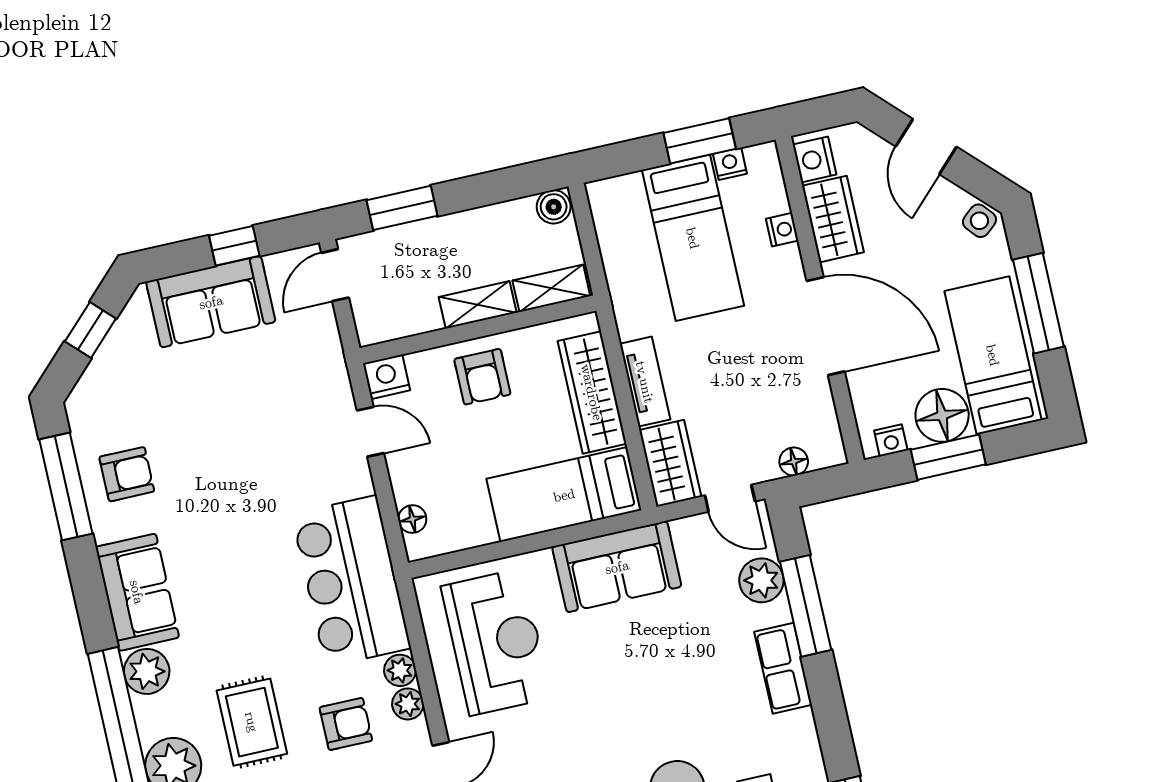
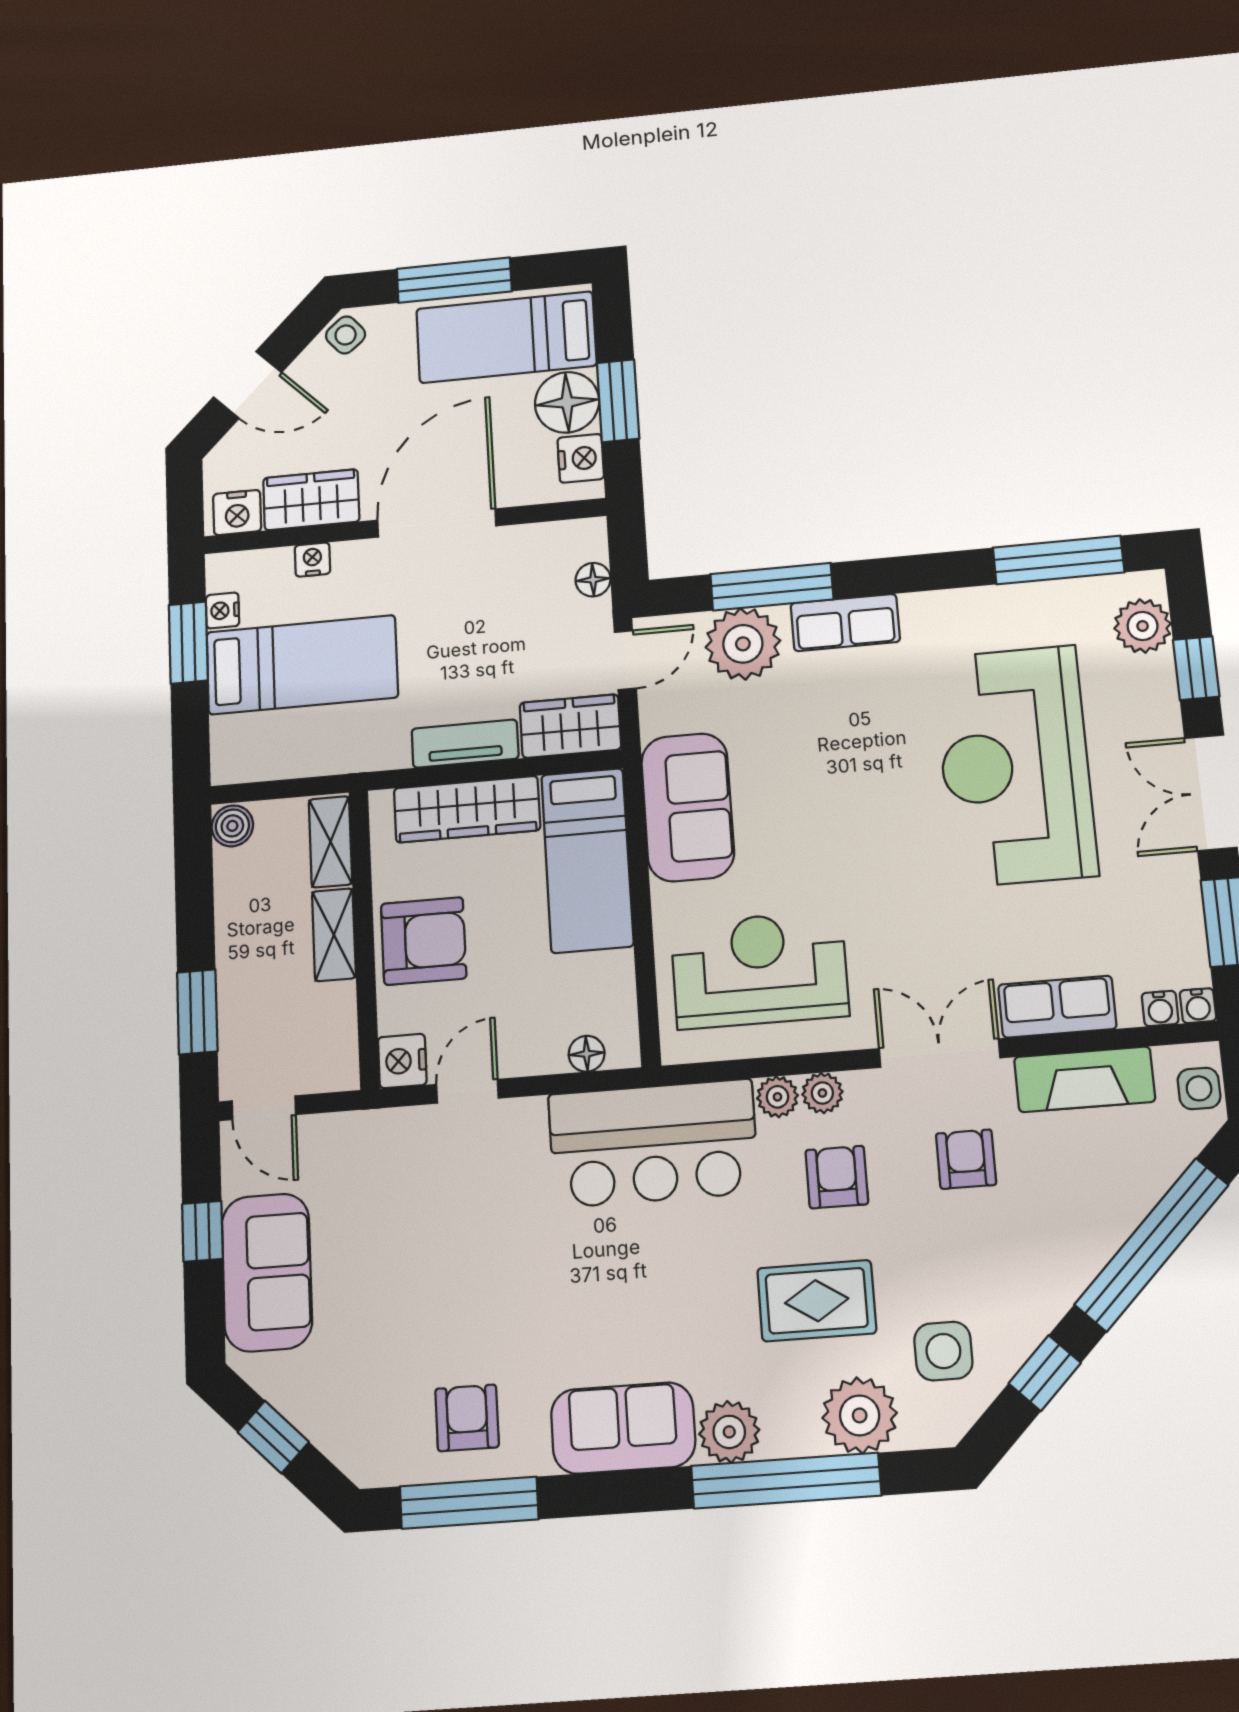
armchair: (482, 377) -> (424, 941), width x1.38, depth x1.38
nightstand: (891, 440) -> (581, 458), width x1.39, depth x1.35
plant: (761, 580) -> (743, 644), width x1.36, depth x1.36

